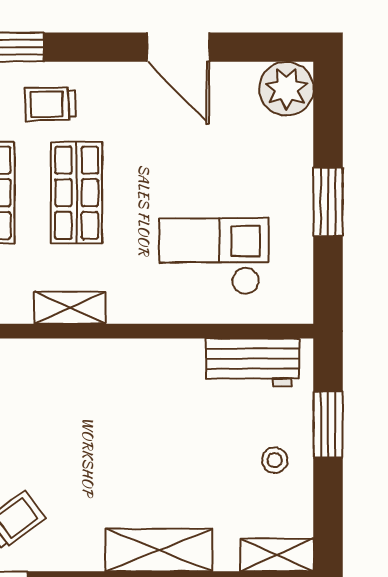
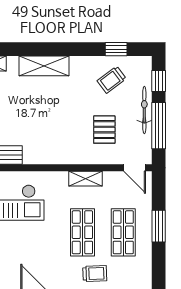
pallet: (30, 413) -> (104, 130), added

